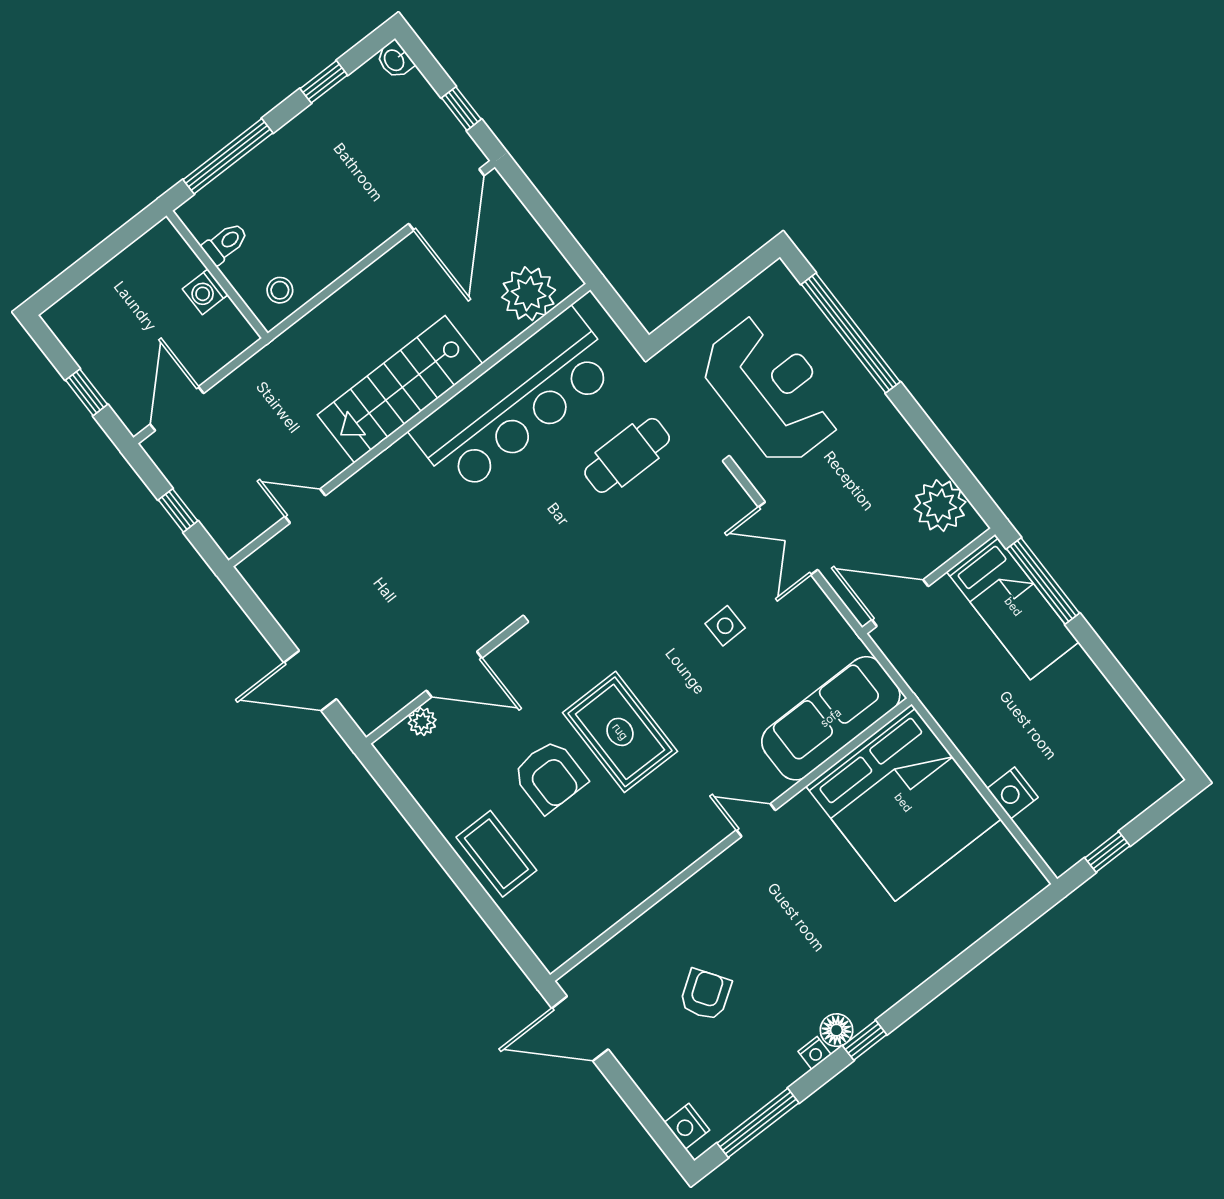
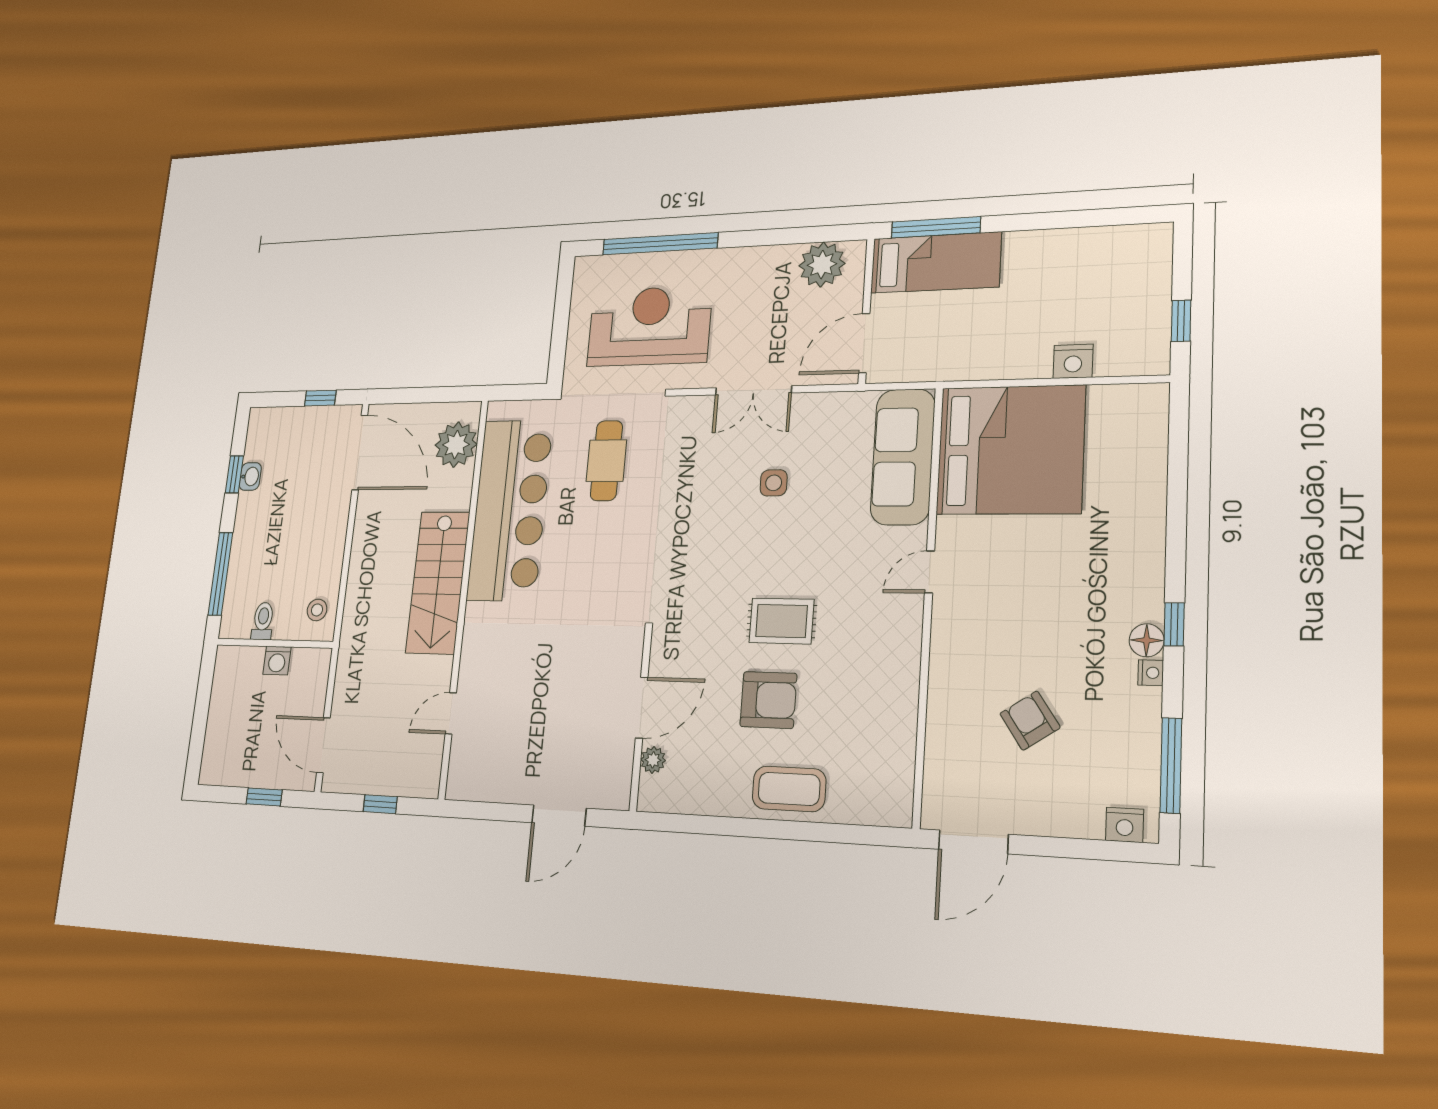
washbasin: (395, 60) -> (250, 476), moved, turned -90
rug: (620, 732) -> (781, 621), width x0.73, depth x0.70

